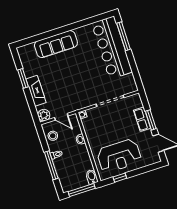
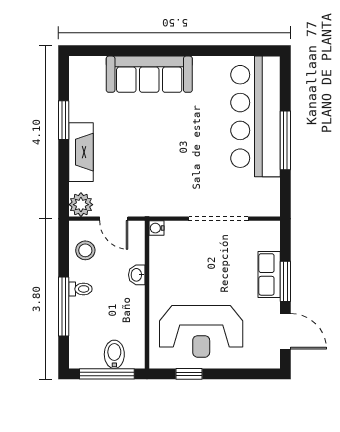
window: (124, 36) -> (285, 140), moved
bidet: (92, 177) -> (114, 354), moved

